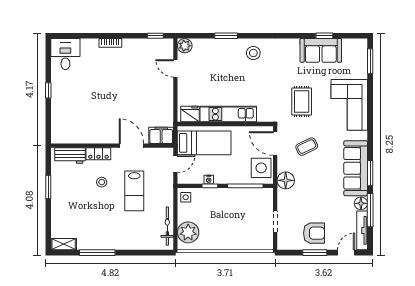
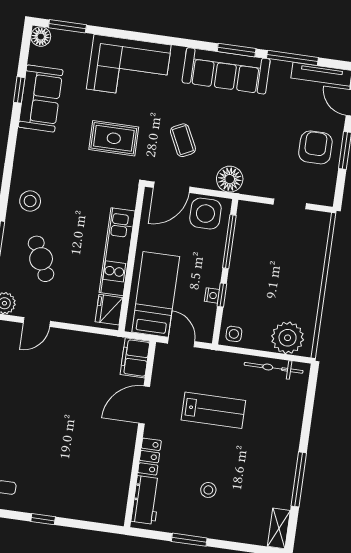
cafe table: (217, 65) -> (41, 259), added
stool: (102, 182) -> (208, 490), moved
floor lamp: (361, 203) -> (41, 37), moved

